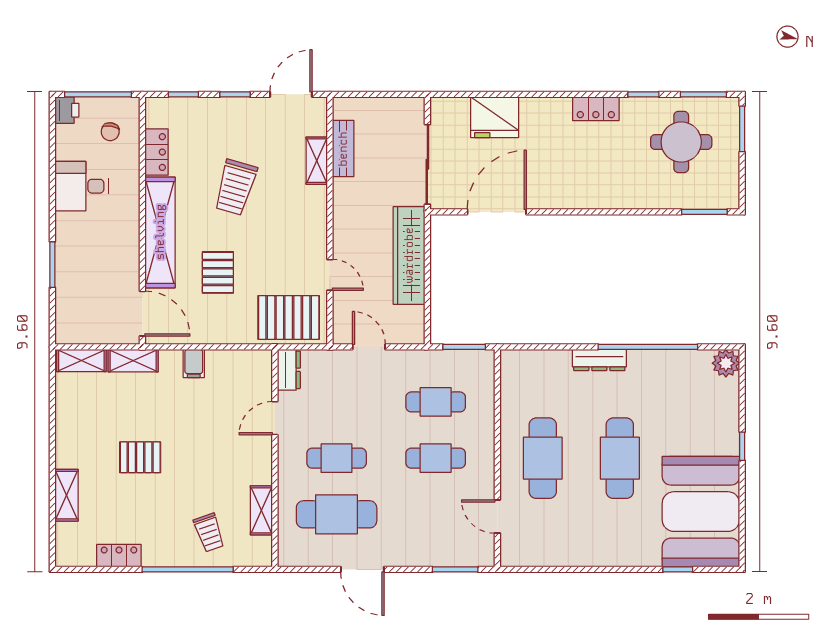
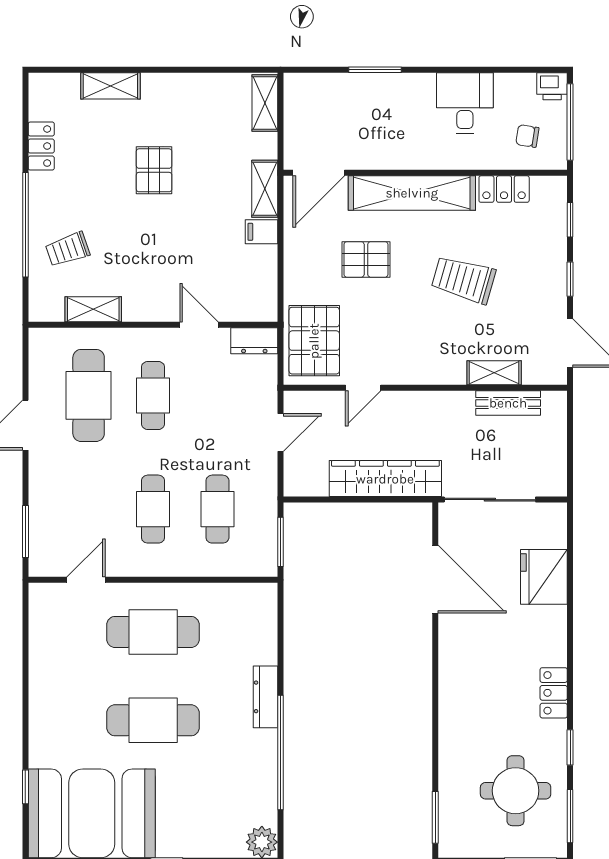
shelving: (133, 361) -> (265, 189), moved

